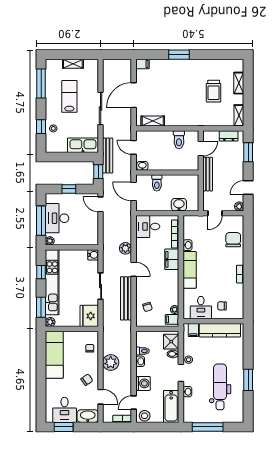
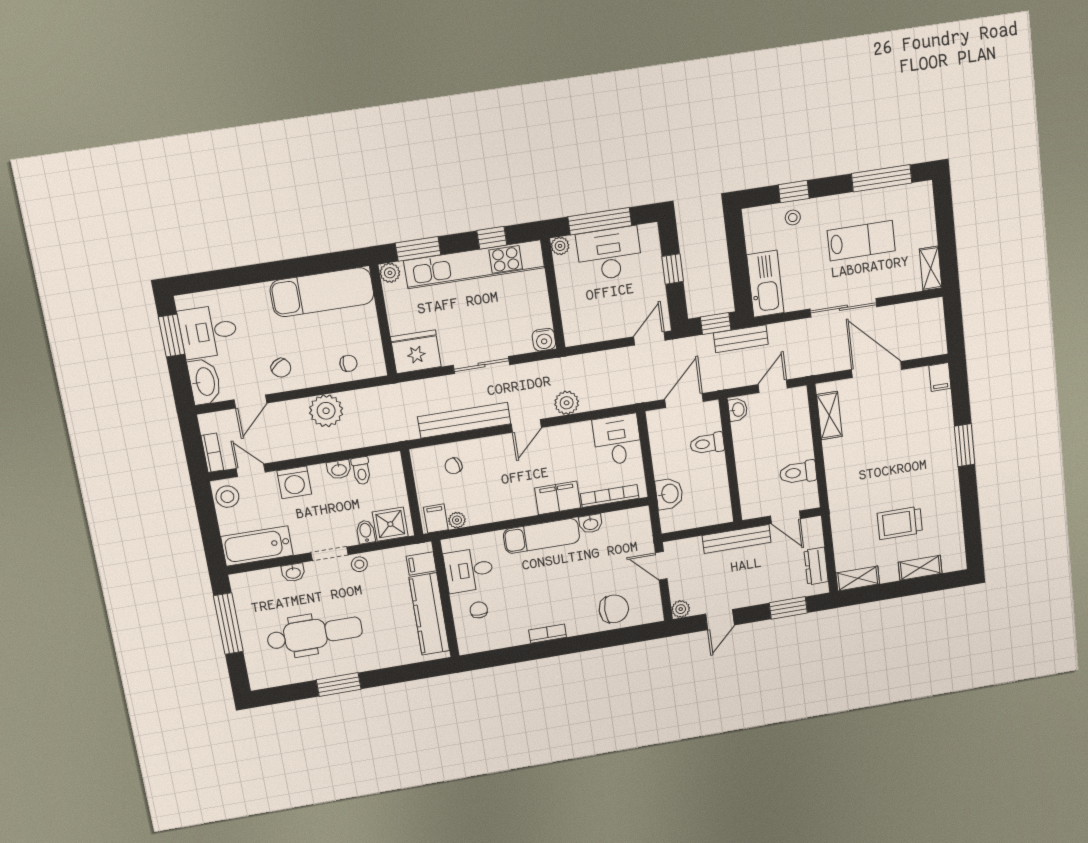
shelving: (73, 64) -> (931, 268), moved
bench: (108, 156) -> (741, 339), width x0.73
door: (248, 187) -> (720, 620), swing flipped

